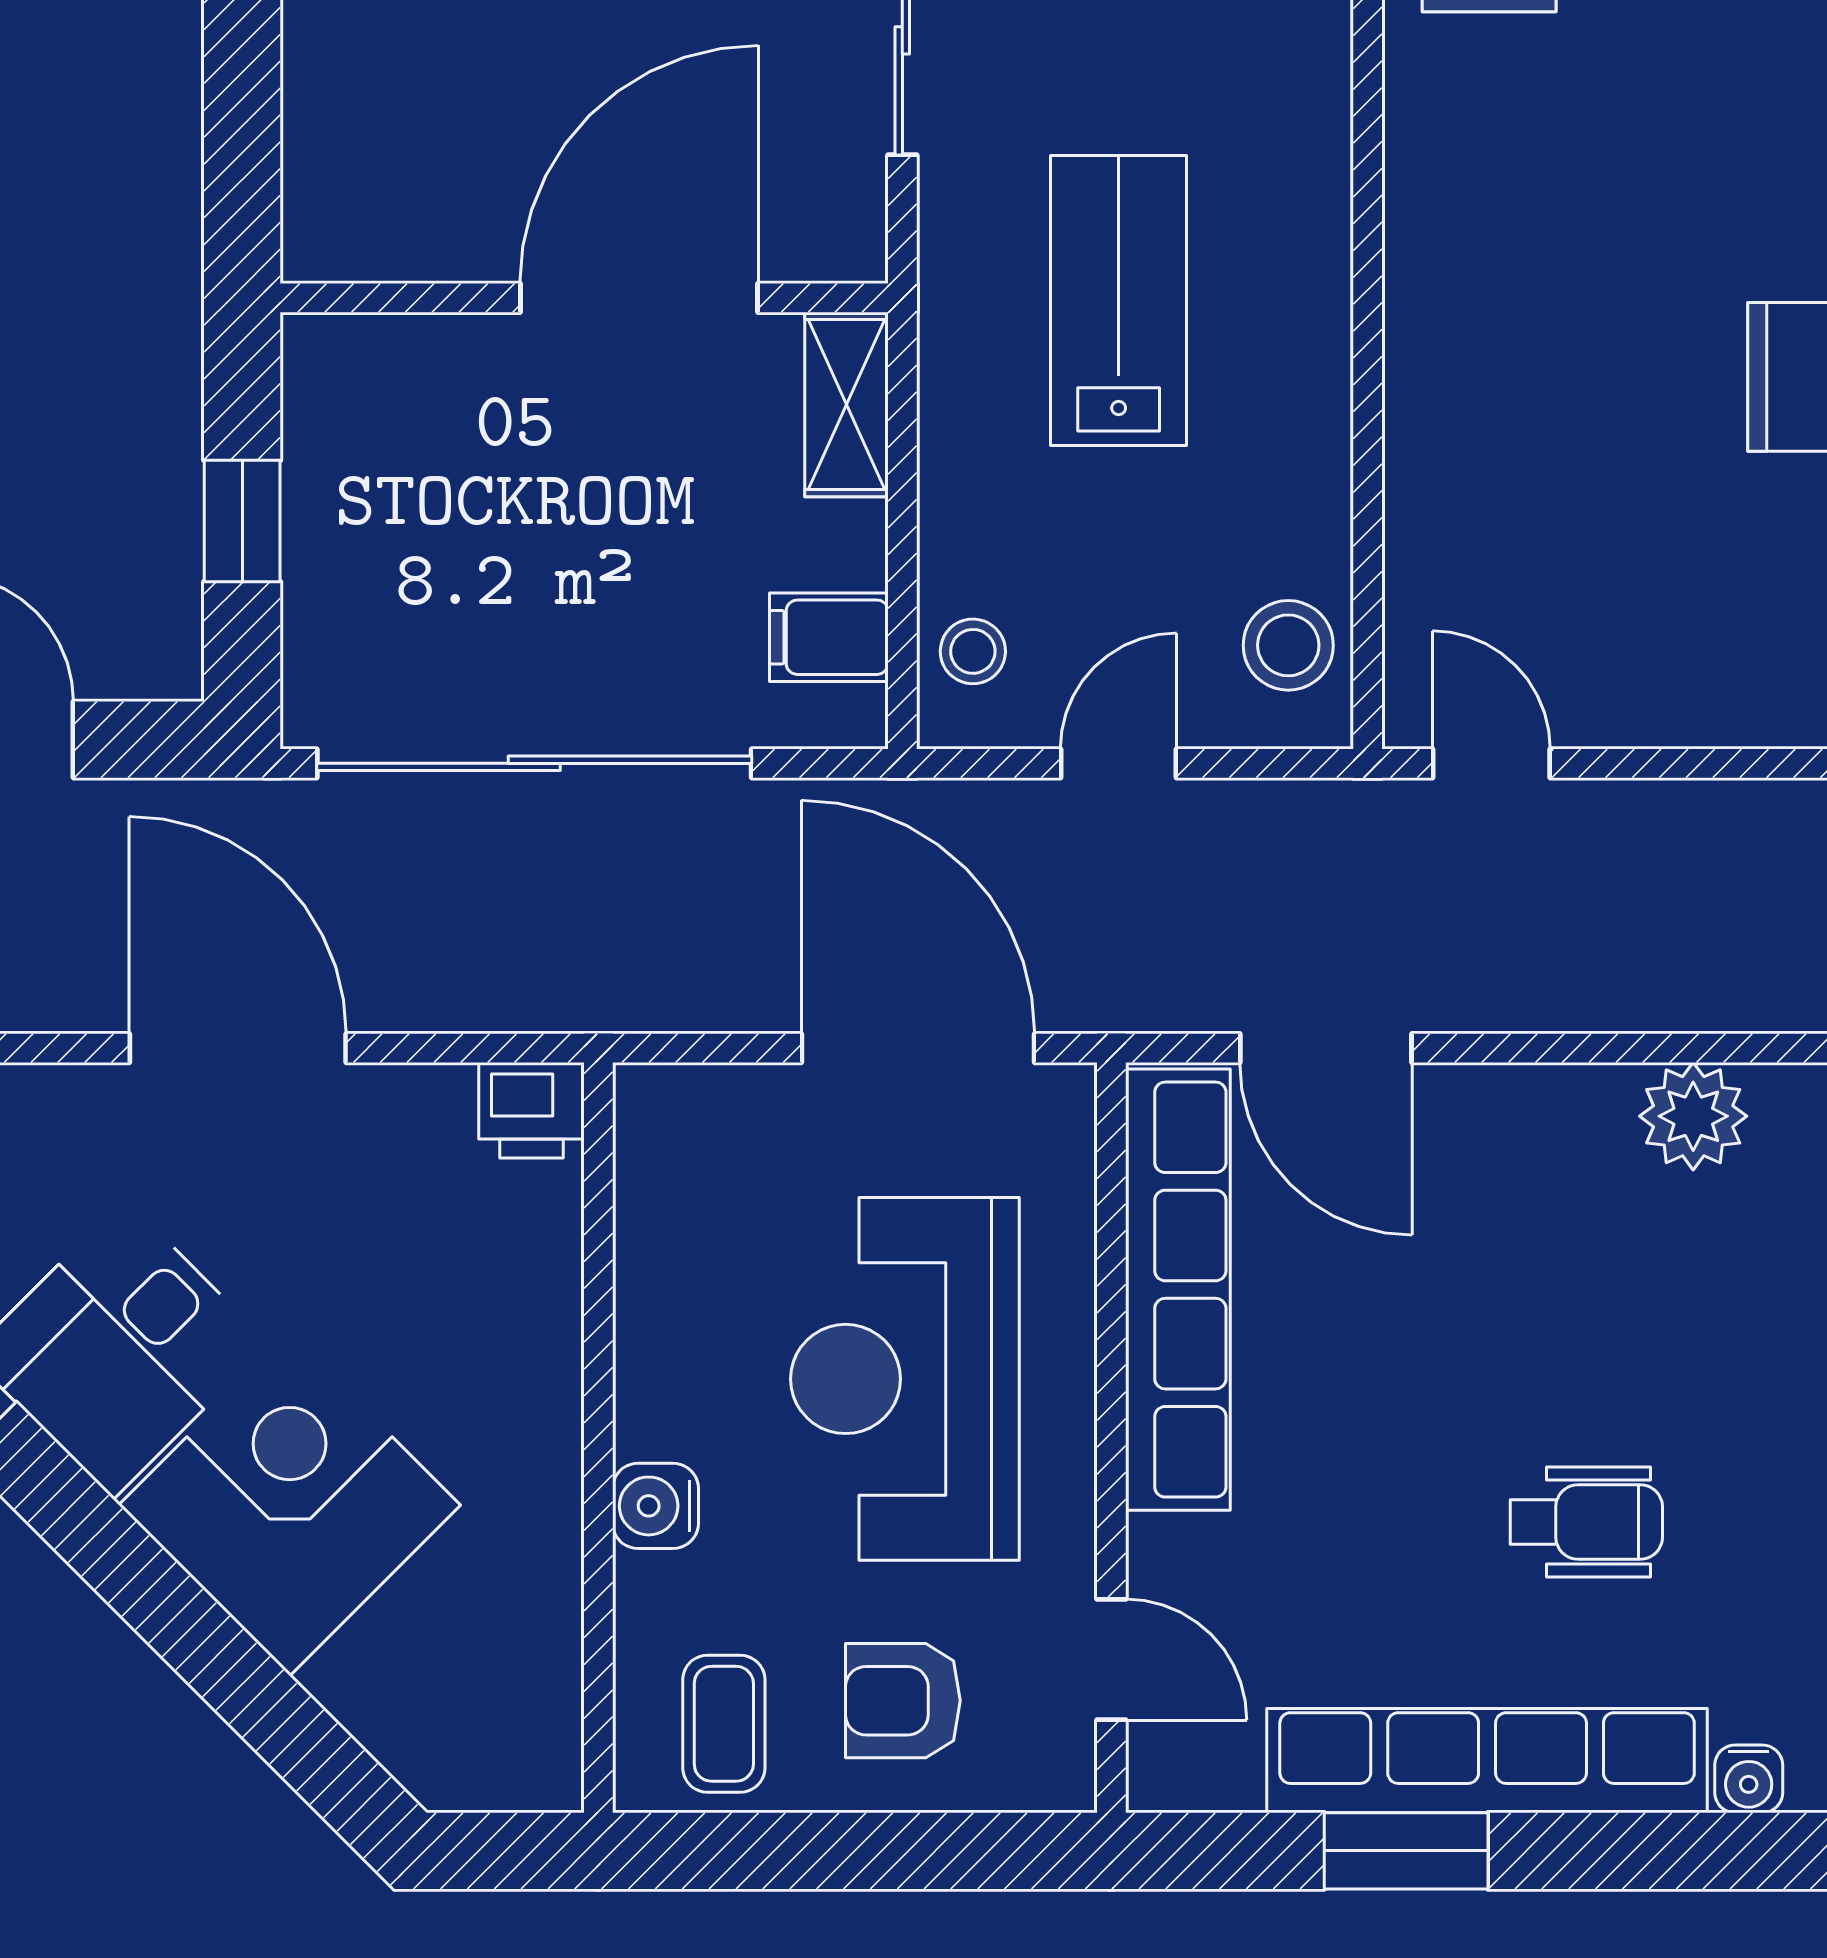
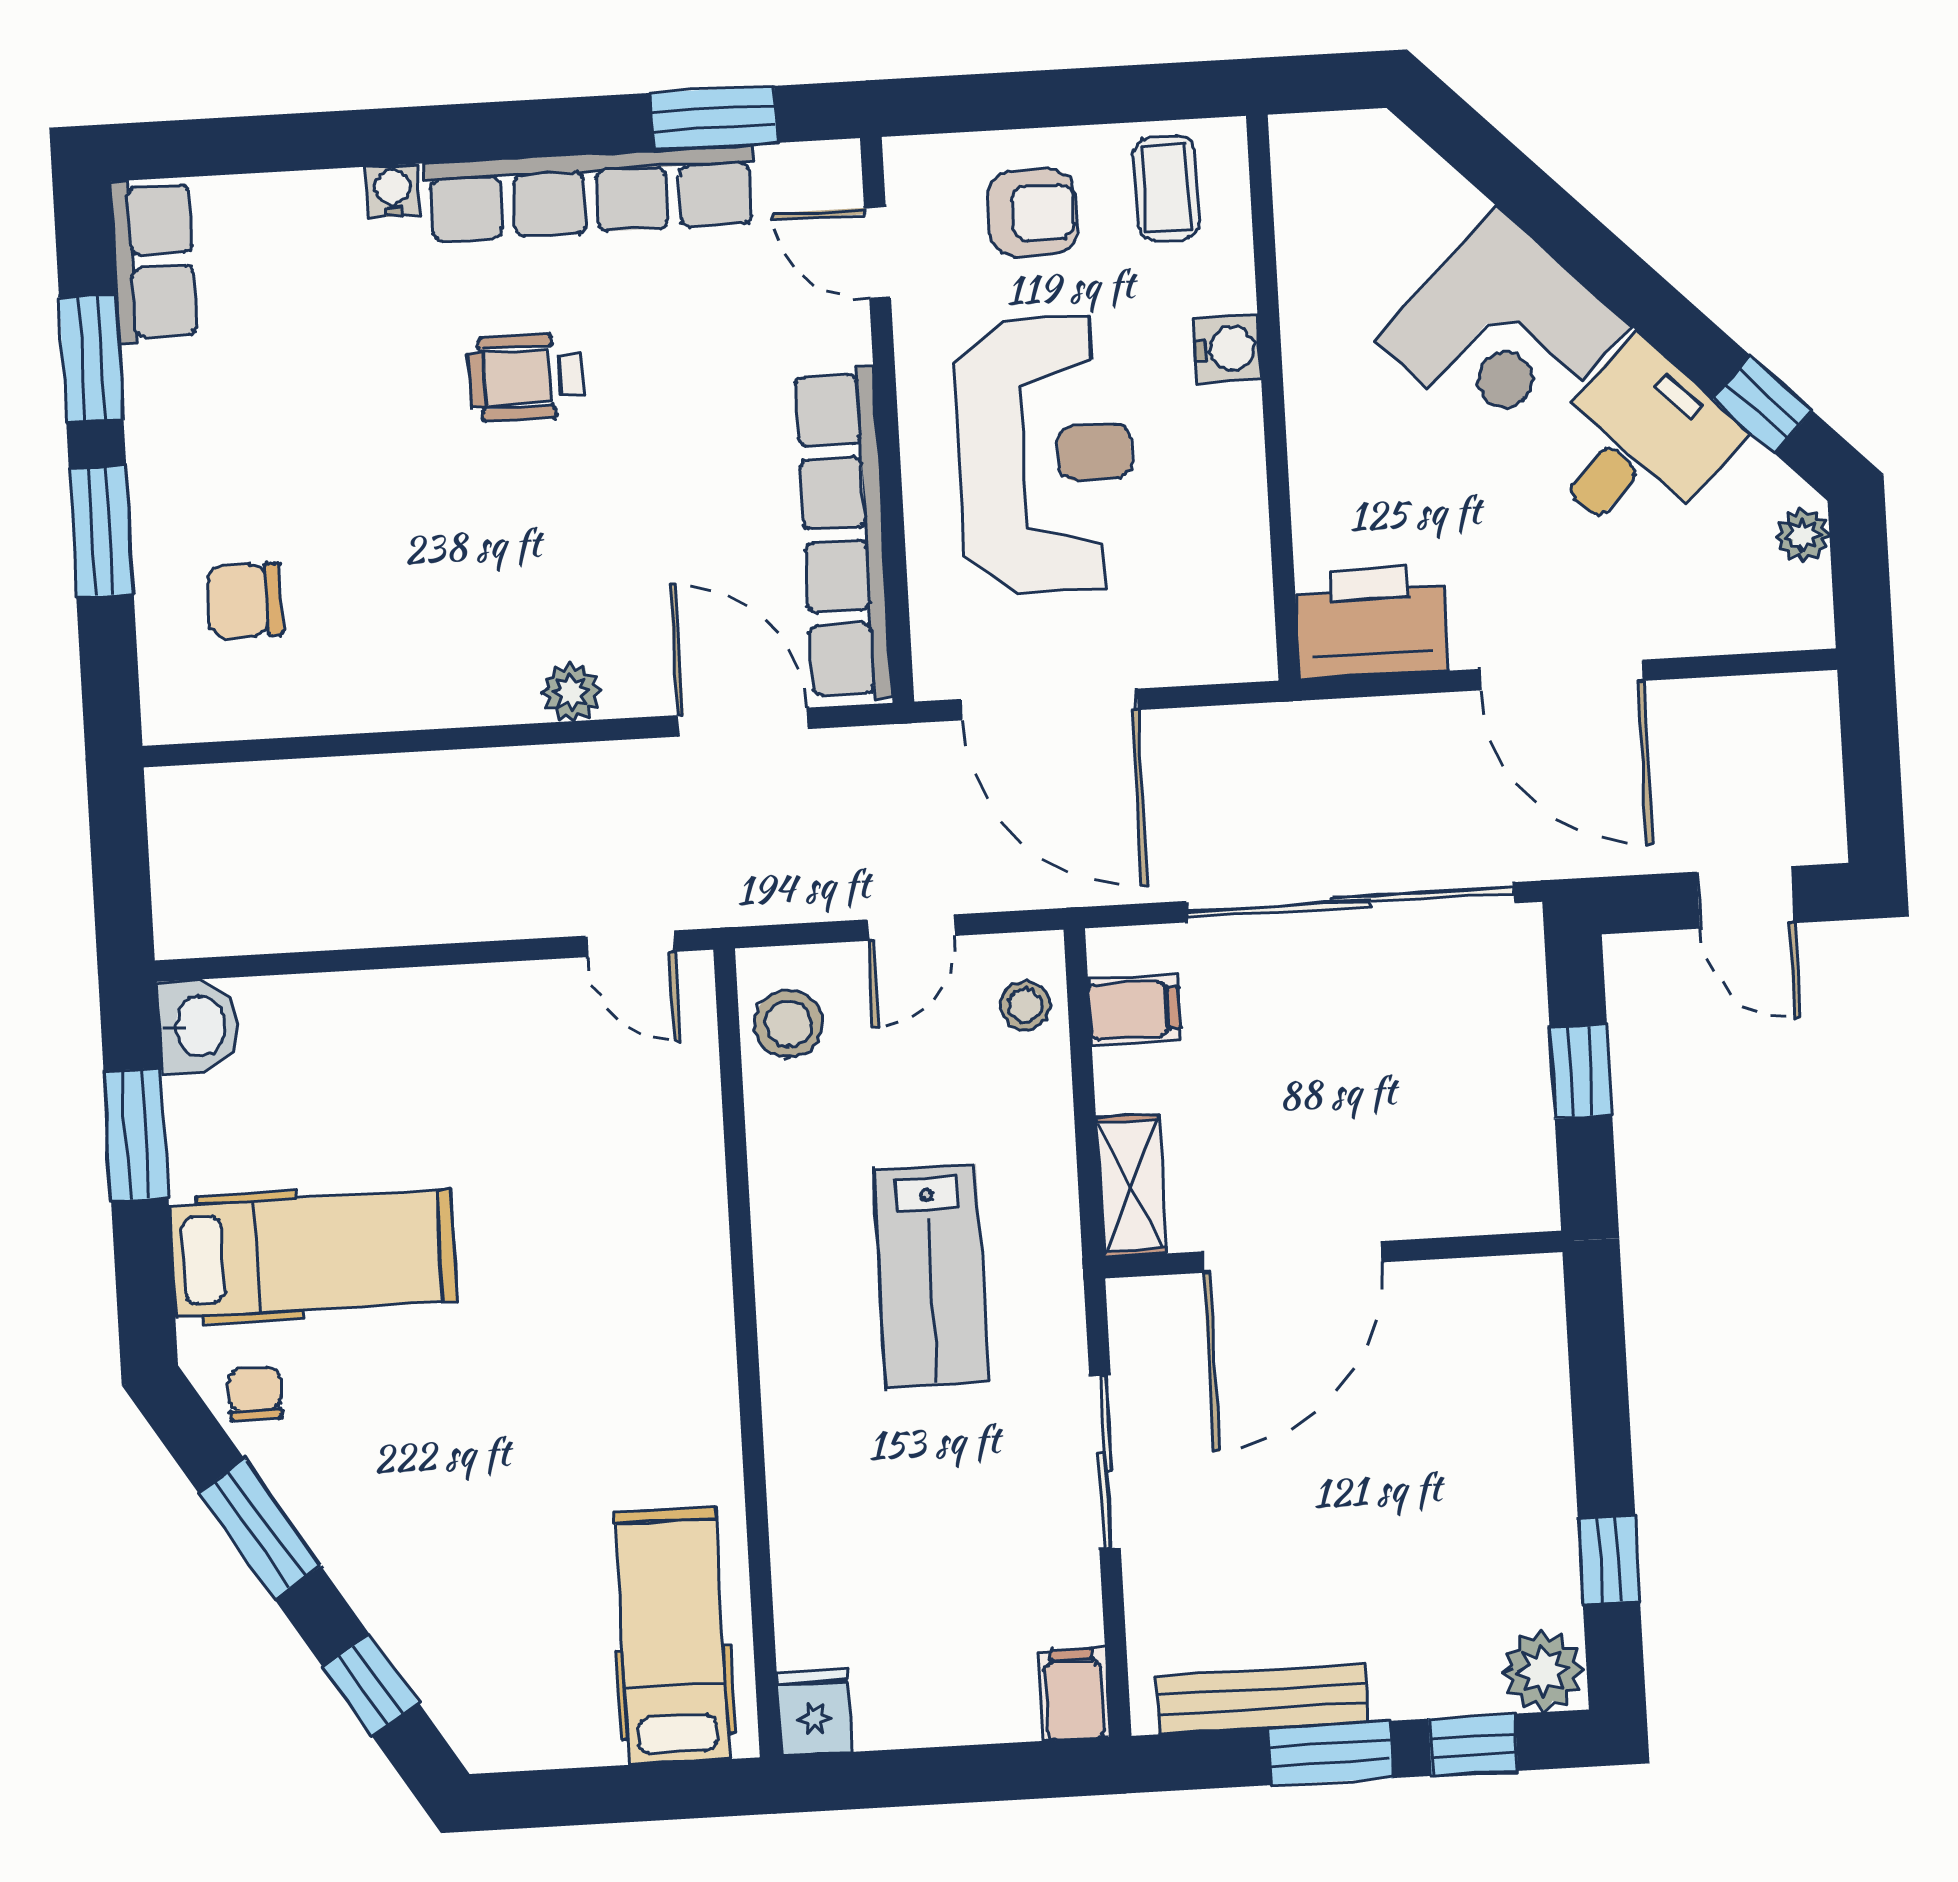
printer: (532, 1110) -> (1371, 622), width x1.87, depth x1.48
plant: (1693, 1116) -> (571, 692), moved, width x0.73, depth x0.73
window: (1406, 1851) -> (714, 118), moved

